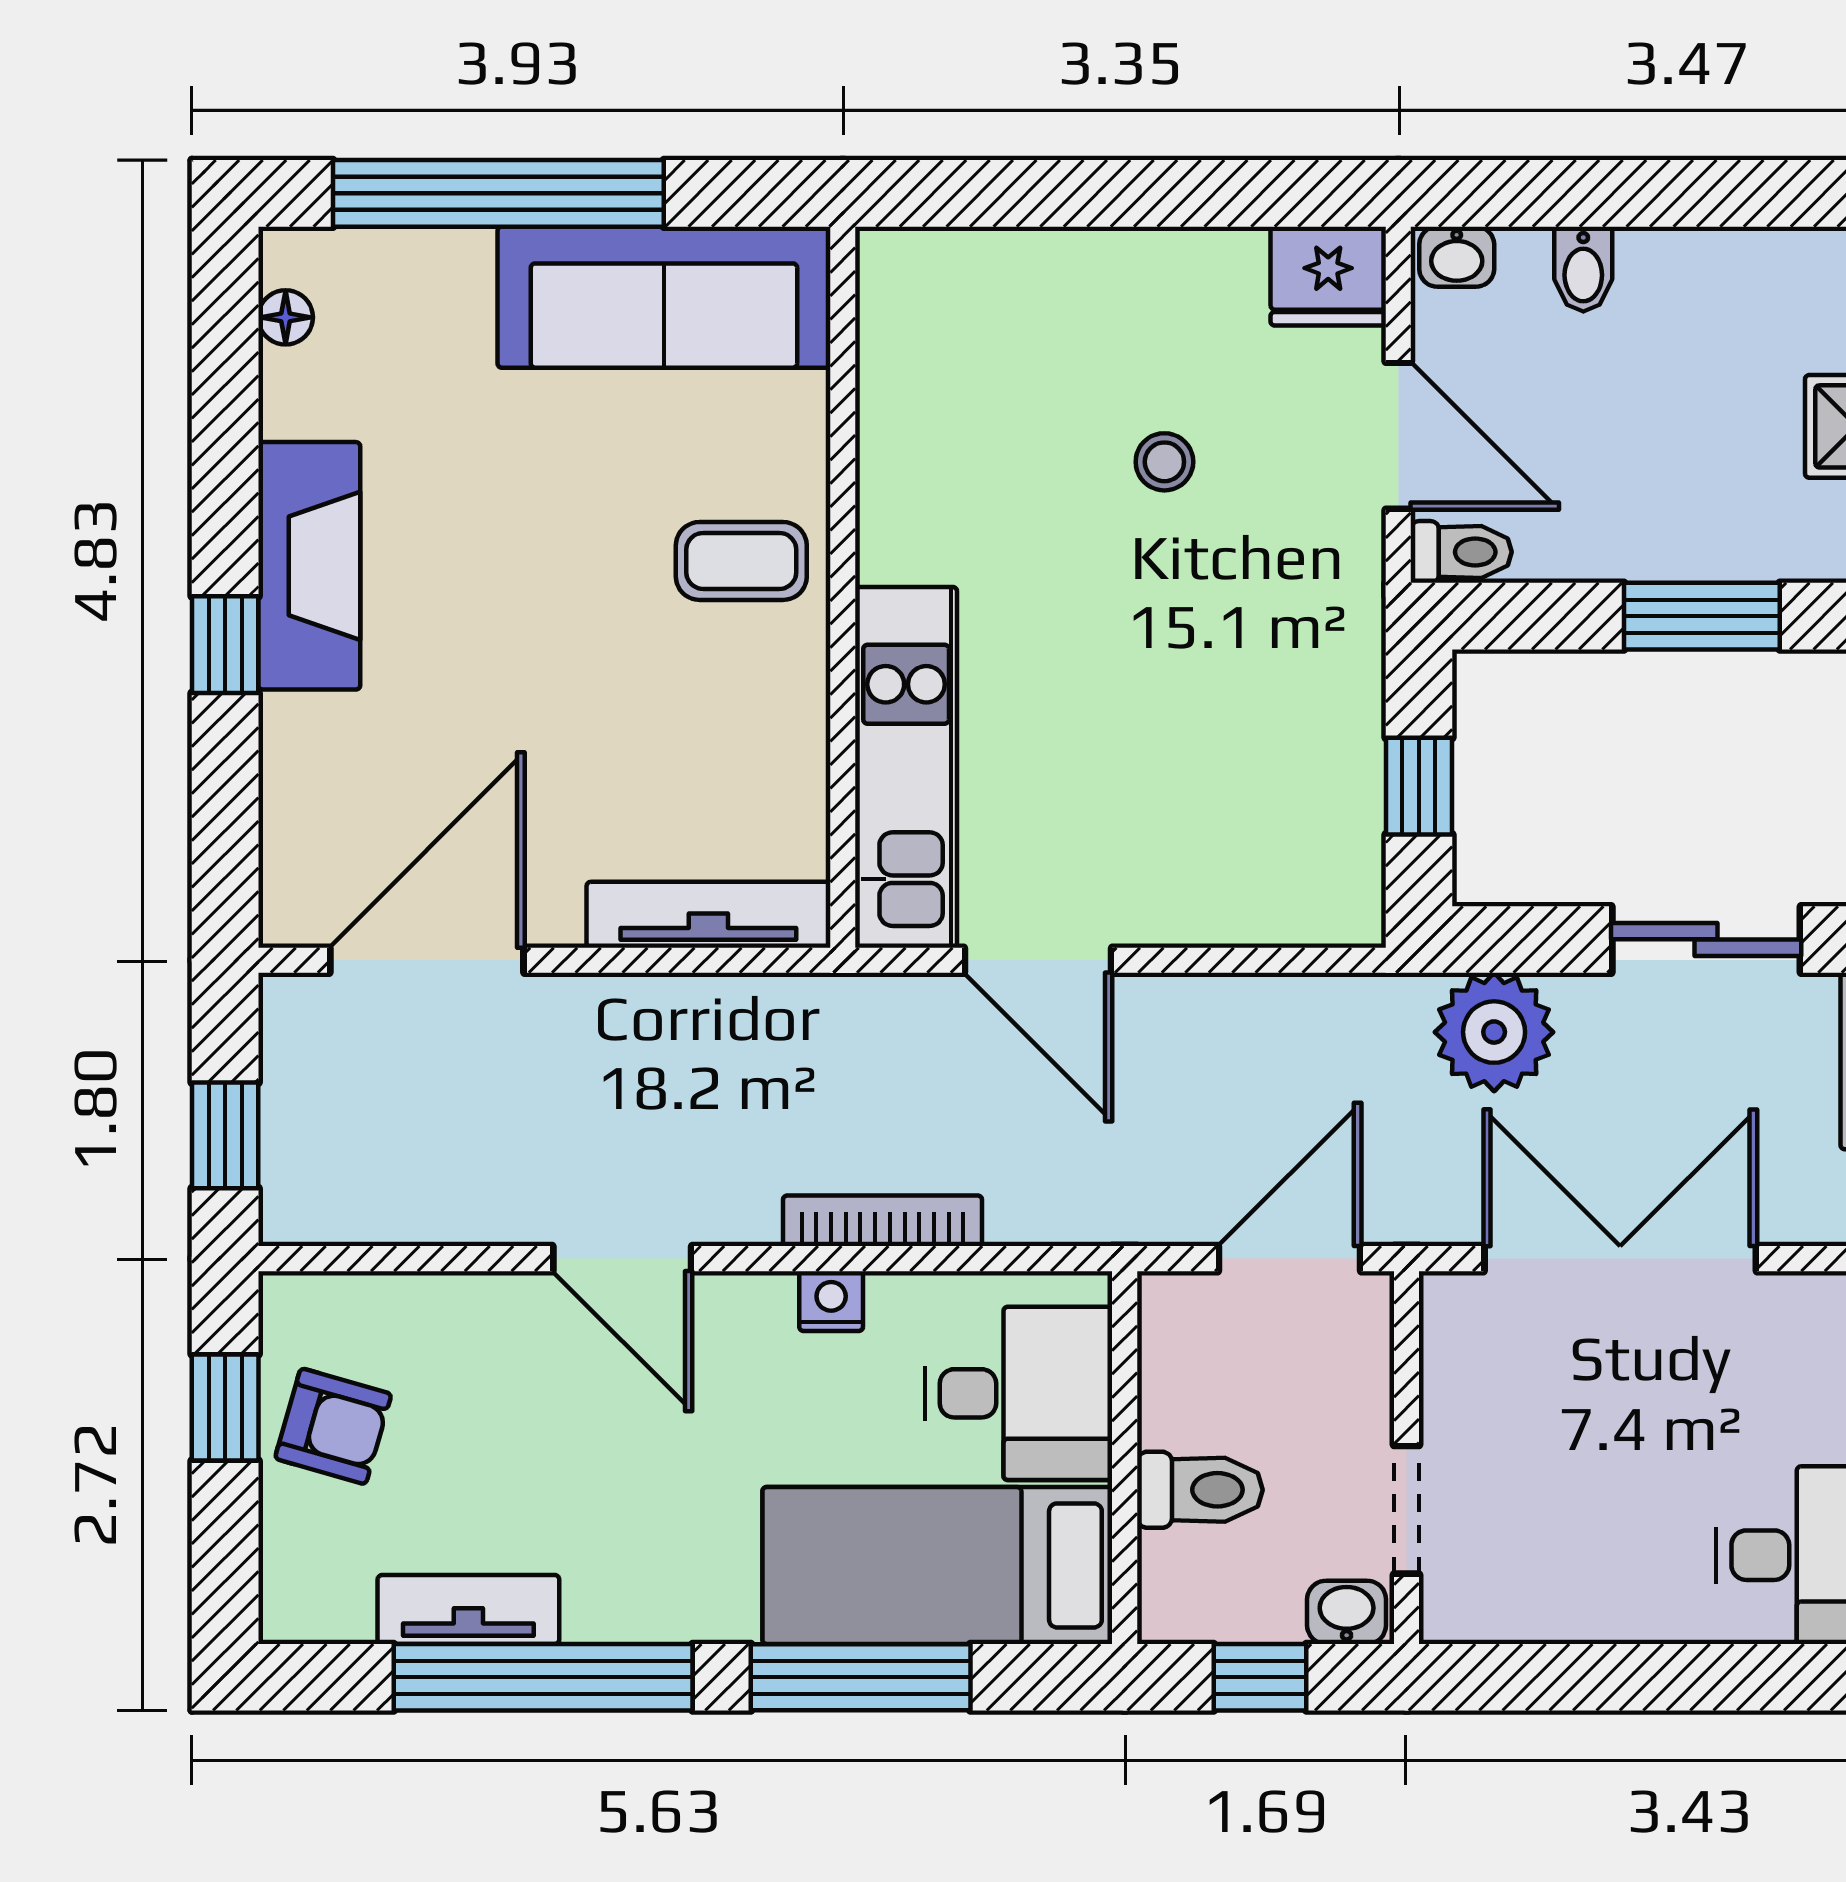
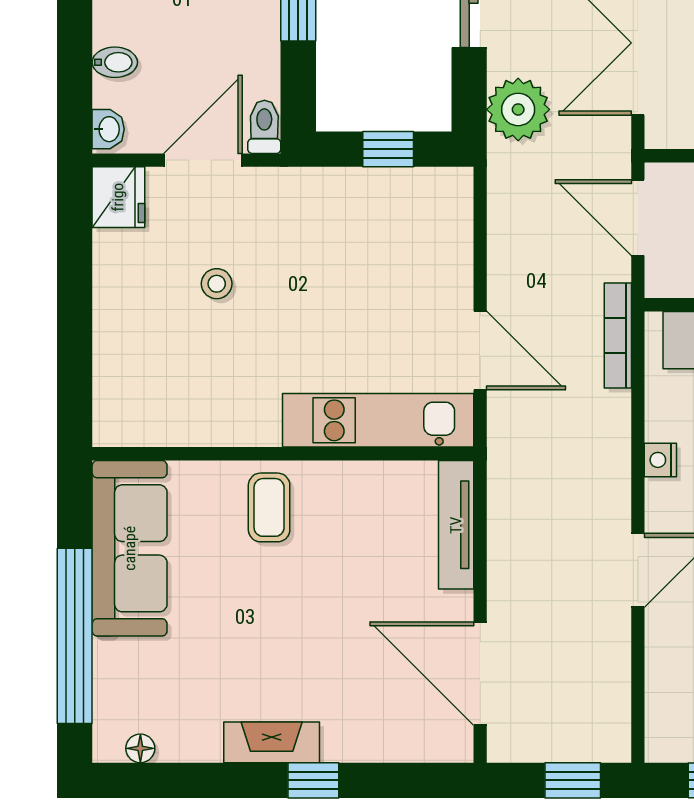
fireplace: (309, 566) -> (272, 742), width x0.73, depth x0.76
door: (1038, 960) -> (480, 351), hinge flipped
bookcase: (882, 1221) -> (618, 336), moved

